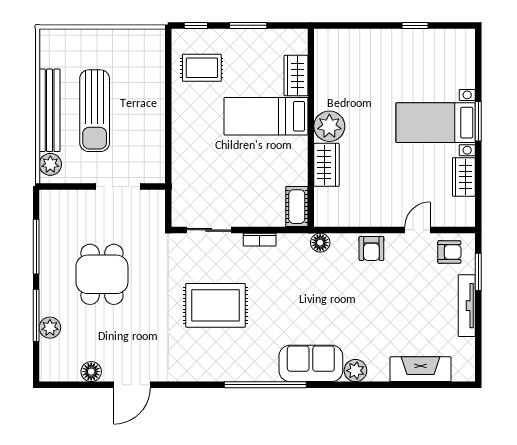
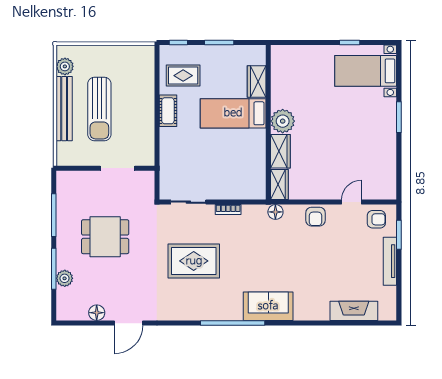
bed with nightstands: (436, 123) -> (366, 71), moved
plant: (50, 164) -> (65, 66), moved
wardrobe: (464, 177) -> (279, 185), moved, turned 180
cot: (297, 207) -> (168, 111), moved
dining table: (102, 274) -> (105, 237), turned 90
plant: (355, 371) -> (303, 312), removed

